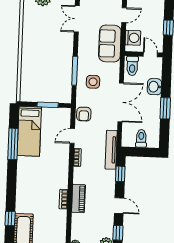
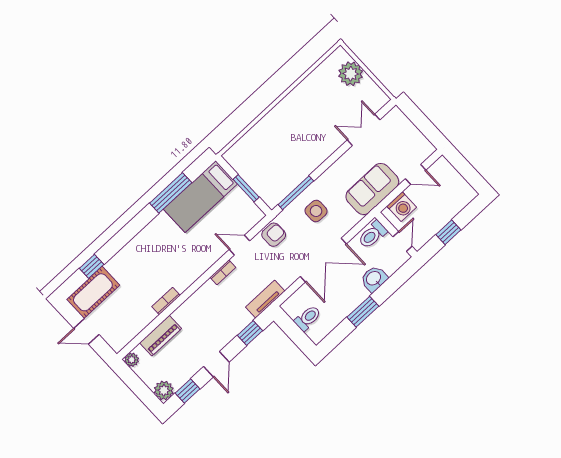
window: (75, 71) -> (296, 193), moved
armchair: (84, 114) -> (274, 235), turned 180
tv unit: (111, 150) -> (265, 299), width x0.71
piano: (78, 199) -> (161, 336), moved

